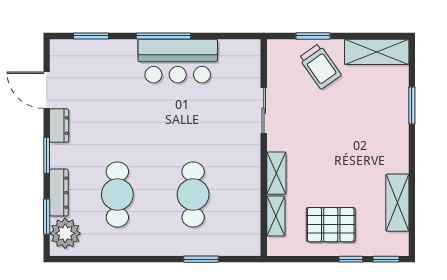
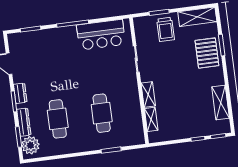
bar counter: (178, 61) -> (101, 35), moved
trolley: (320, 66) -> (166, 29), turned 35
dresser: (59, 126) -> (20, 93), moved
pallet: (331, 225) -> (207, 53), moved, turned 90

